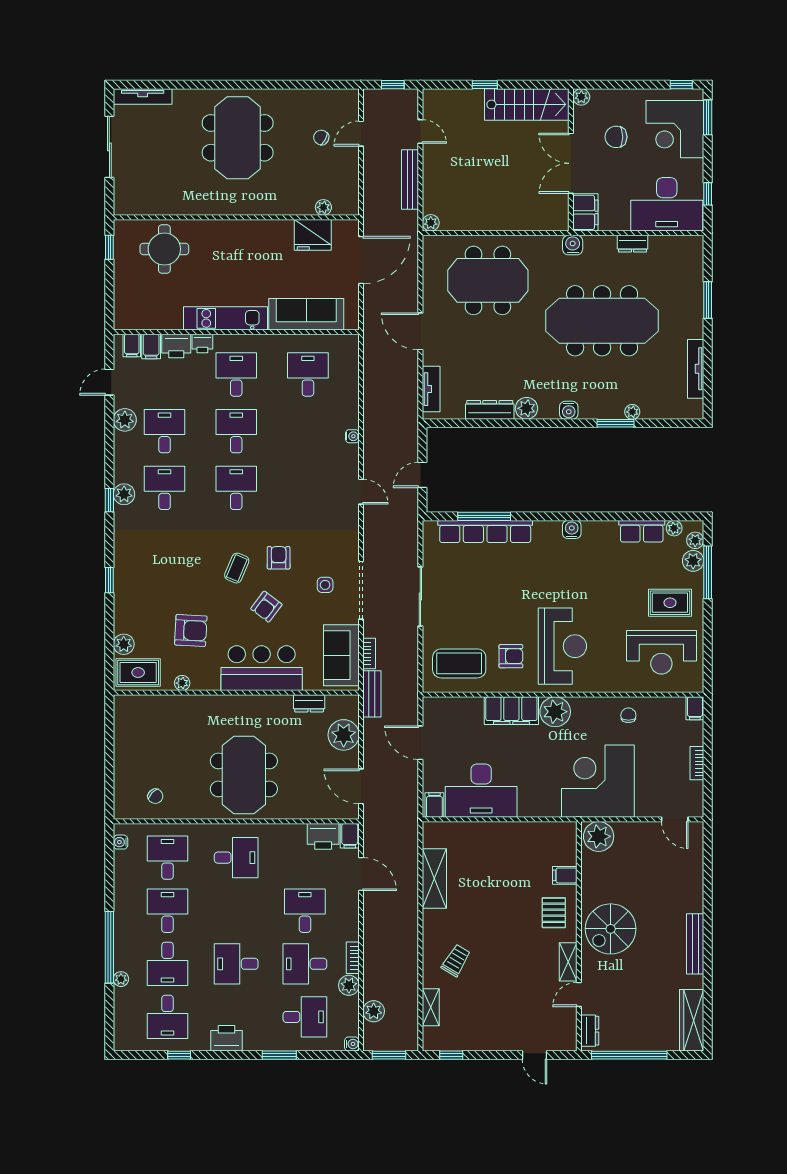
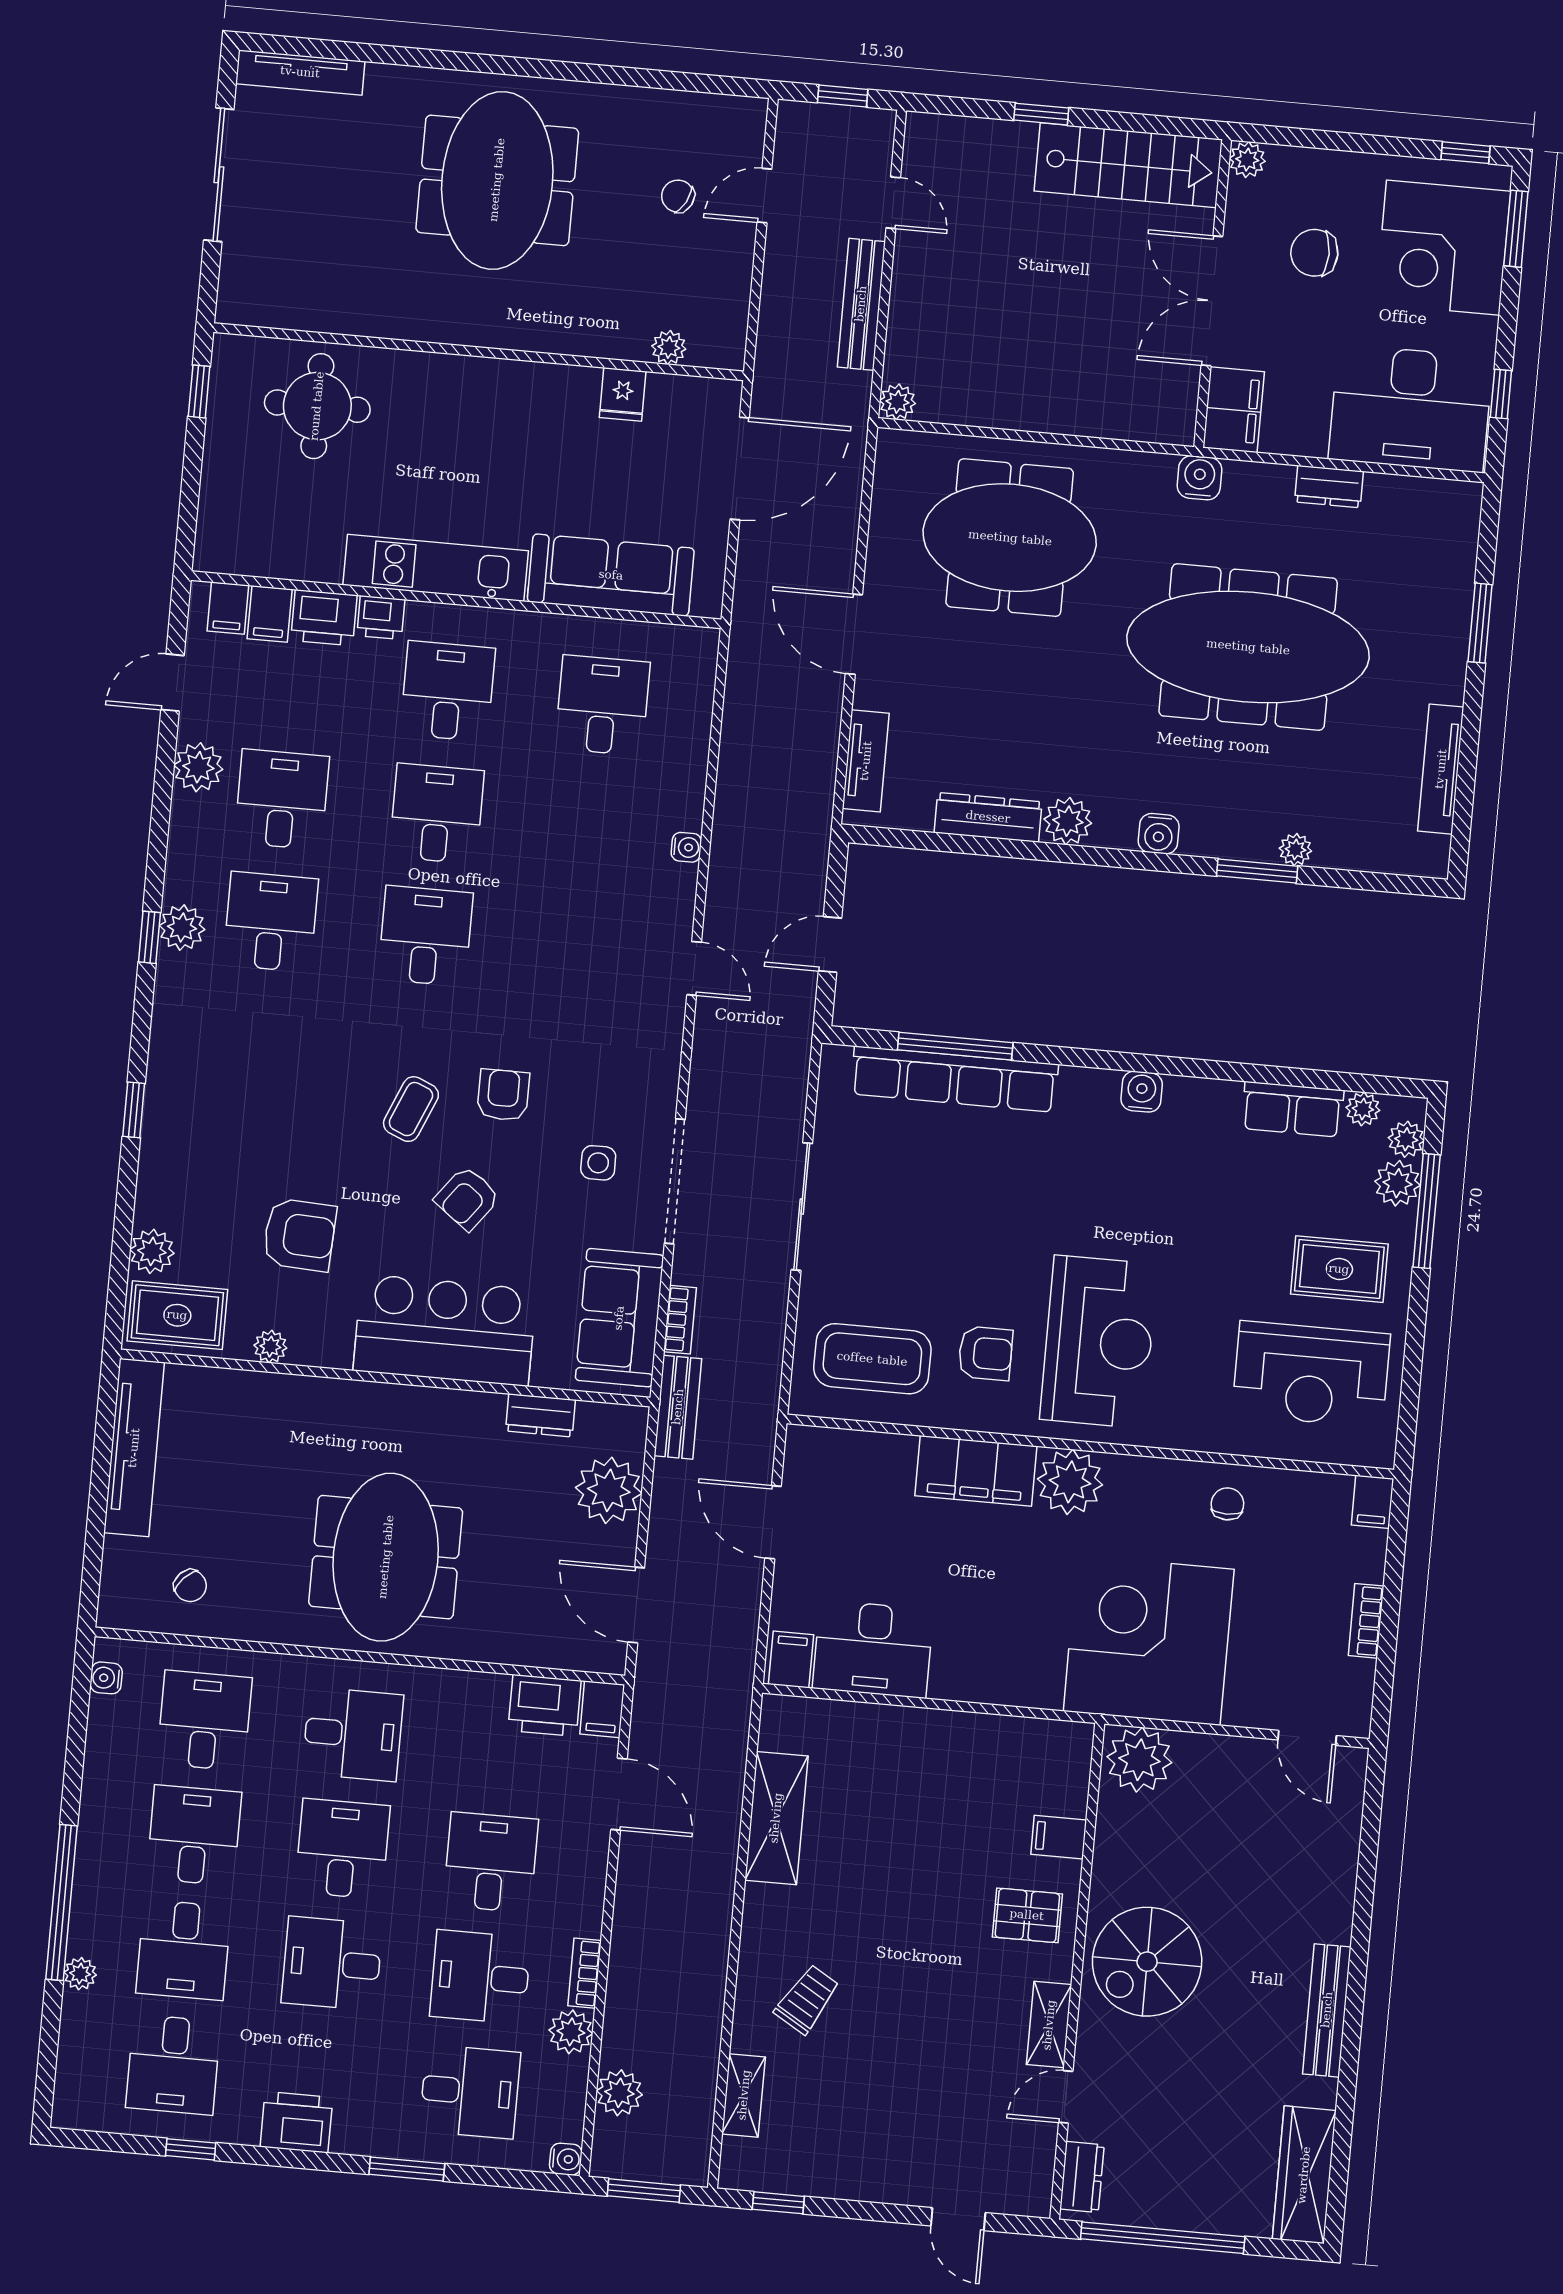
fridge: (313, 235) -> (623, 394), width x0.53, depth x0.75
tv unit: (124, 735) -> (134, 1448), added
desk: (481, 791) -> (873, 1649), width x0.73, depth x0.77
desk: (236, 911) -> (342, 1849), added
pallet: (554, 913) -> (1027, 1915), turned 90

